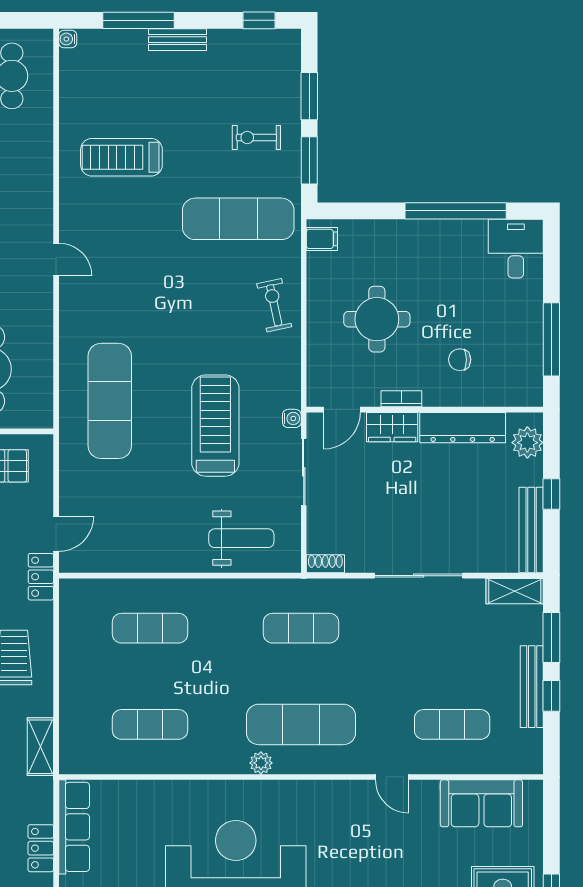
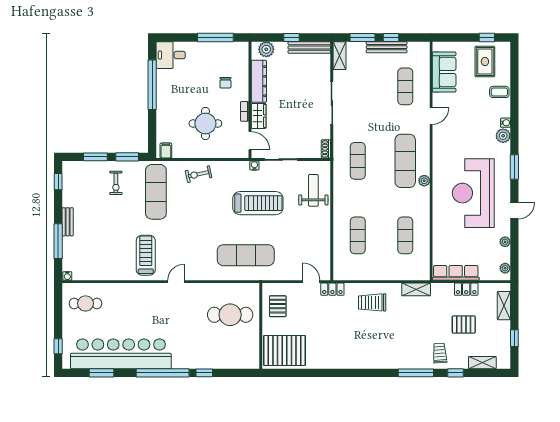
treadmill: (121, 157) -> (146, 255), moved, turned 180
treadmill: (215, 426) -> (258, 203), turned 180

